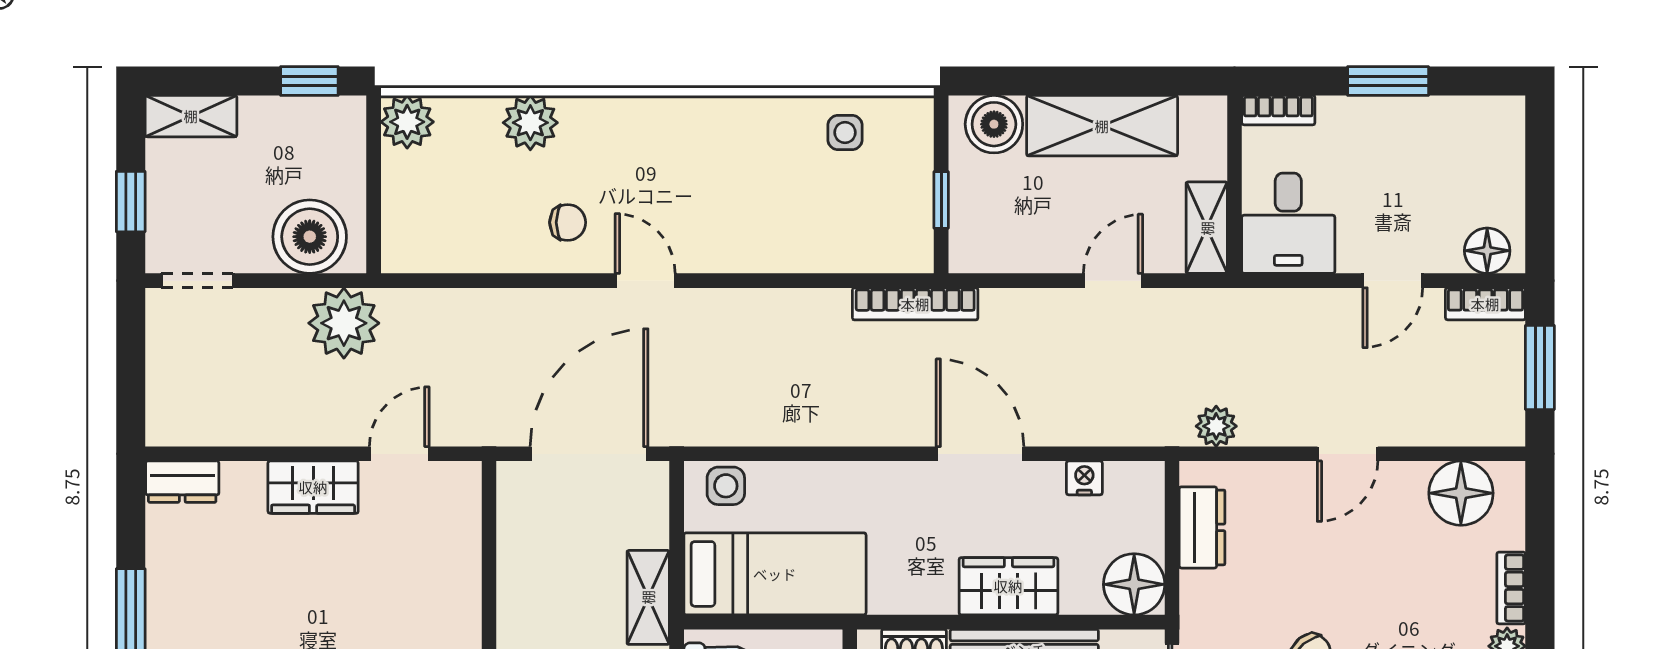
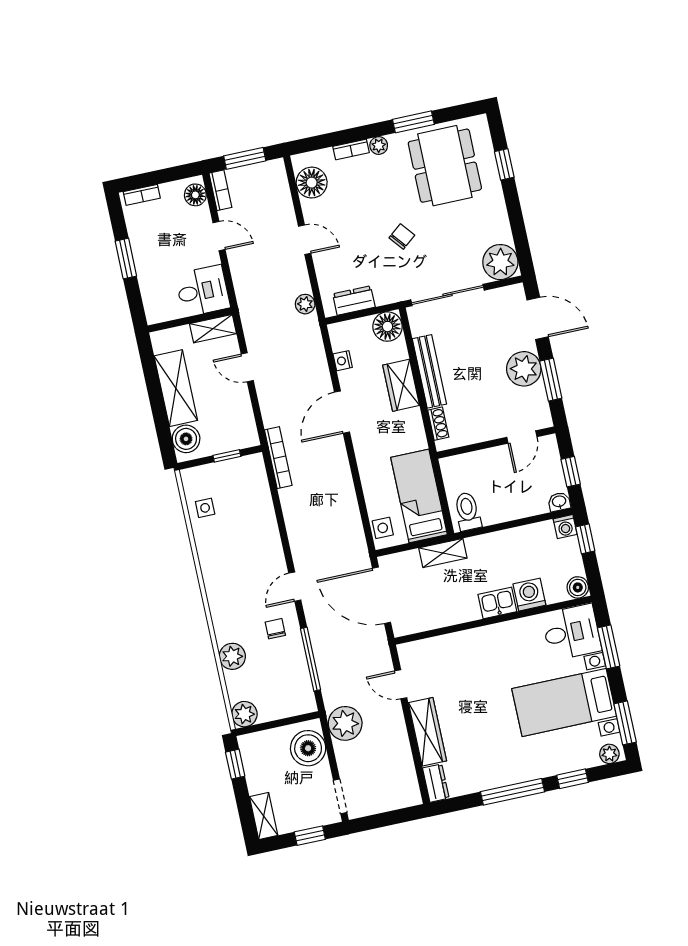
bookcase: (1278, 110) -> (142, 195), moved, turned 90
window: (490, 281) -> (310, 659), added
wardrobe: (313, 487) -> (427, 732), width x1.50

